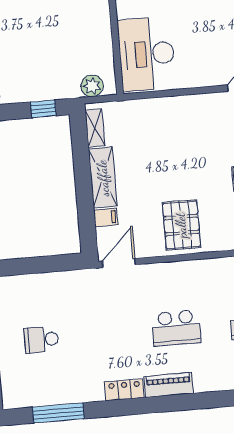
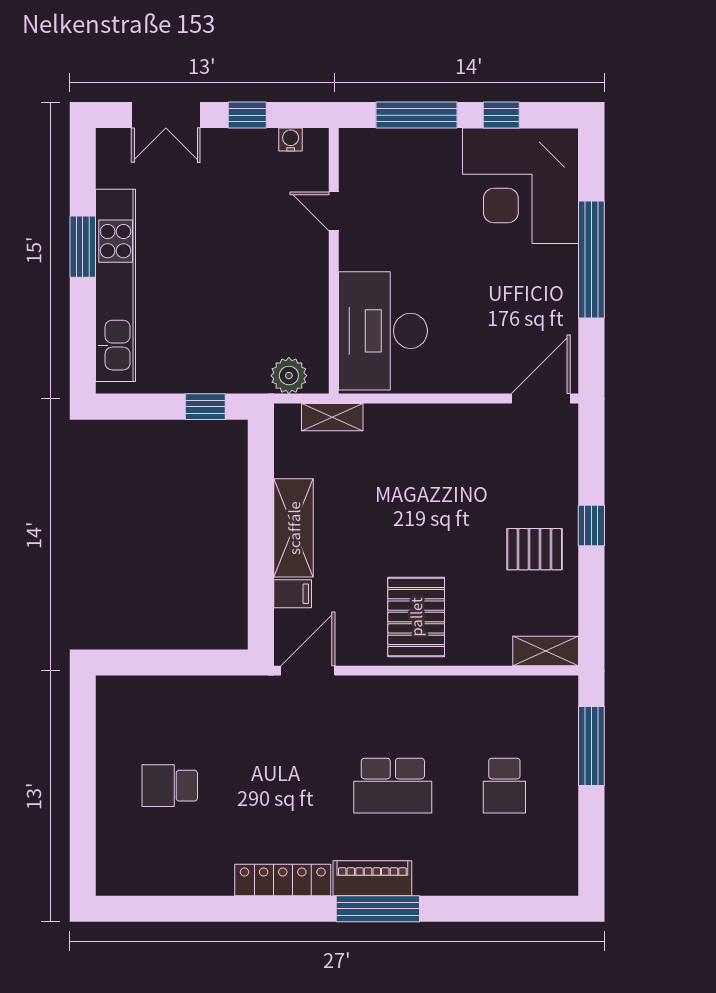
shelving: (95, 128) -> (332, 417), moved, turned 90
locker: (124, 390) -> (283, 880), width x1.53
window: (58, 413) -> (378, 909), moved

